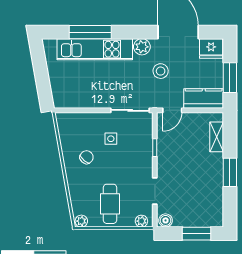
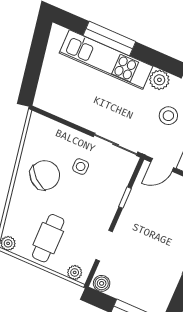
chair: (87, 157) -> (45, 175), width x1.87, depth x1.87

